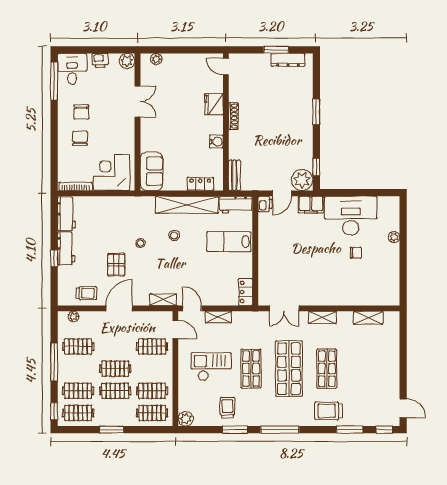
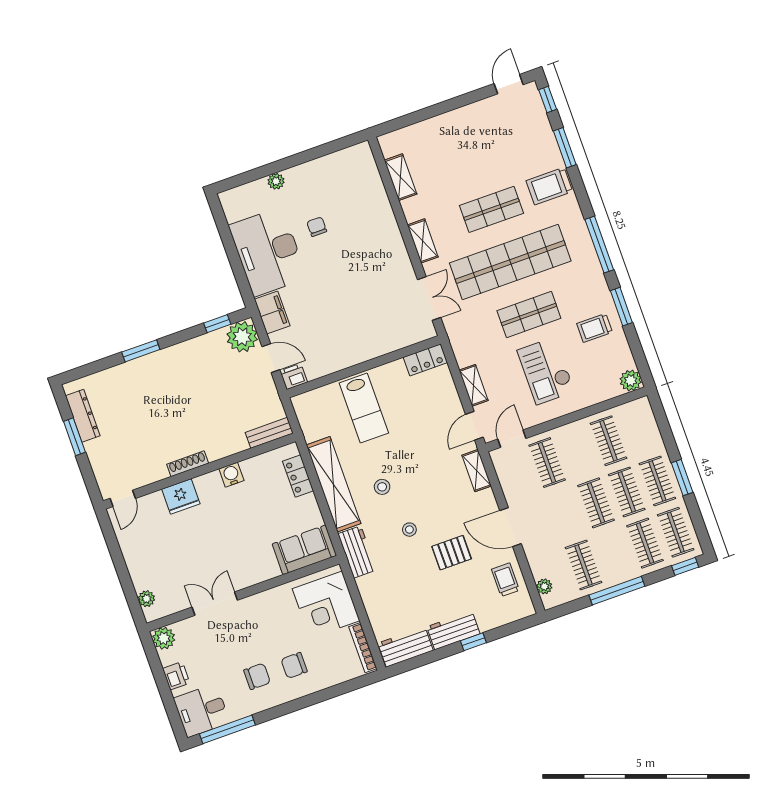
workbench: (236, 205) -> (357, 552), moved
shop shelf: (289, 369) -> (510, 262), width x1.40
trolley: (329, 411) -> (549, 186), turned 90
clothes rail: (152, 413) -> (657, 481), moved

